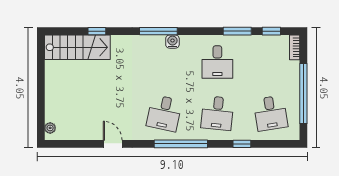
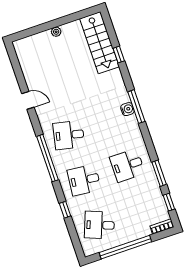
water cooler: (172, 42) -> (127, 109), moved
desk: (271, 113) -> (99, 225), turned 30
plant: (50, 128) -> (56, 32), moved
door: (113, 144) -> (28, 100), hinge flipped

